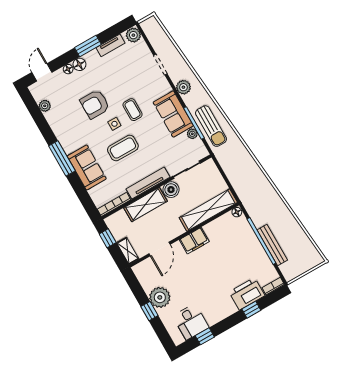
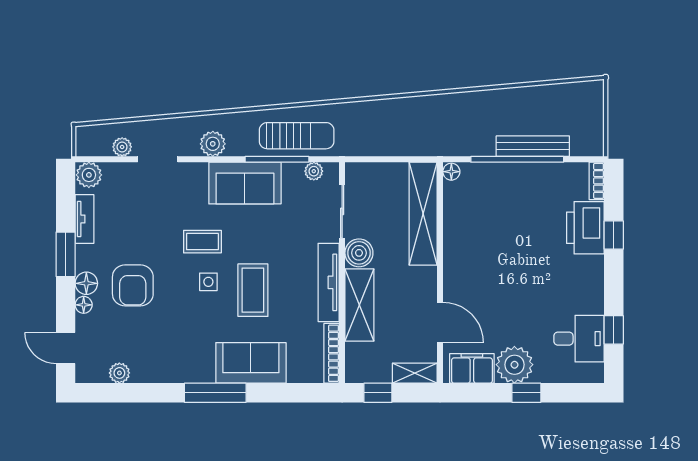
plant: (156, 44) -> (122, 147), added
armchair: (95, 104) -> (133, 285), moved
plant: (192, 134) -> (314, 171), moved
filing cabinet: (194, 241) -> (472, 368), moved, turned -90

